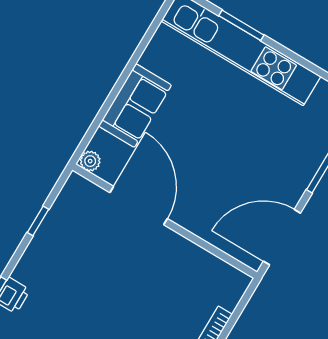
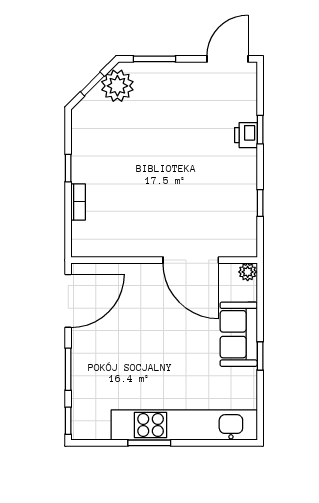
window: (241, 25) -> (149, 443), moved
window: (127, 72) -> (260, 356), added

